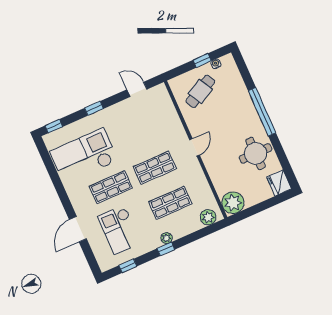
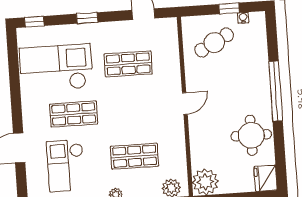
shop shelf: (155, 168) -> (128, 64), moved

